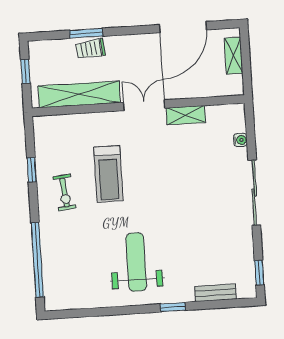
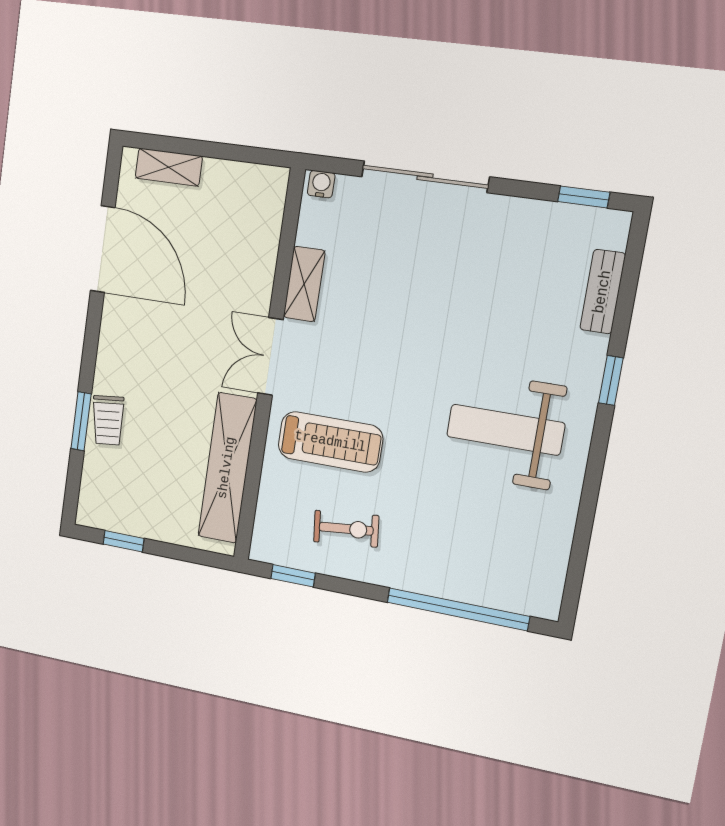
shelving: (79, 94) -> (227, 468), moved
double door: (144, 105) -> (270, 356), moved
wall: (138, 106) -> (269, 367), moved
shelving: (186, 115) -> (304, 284), moved

